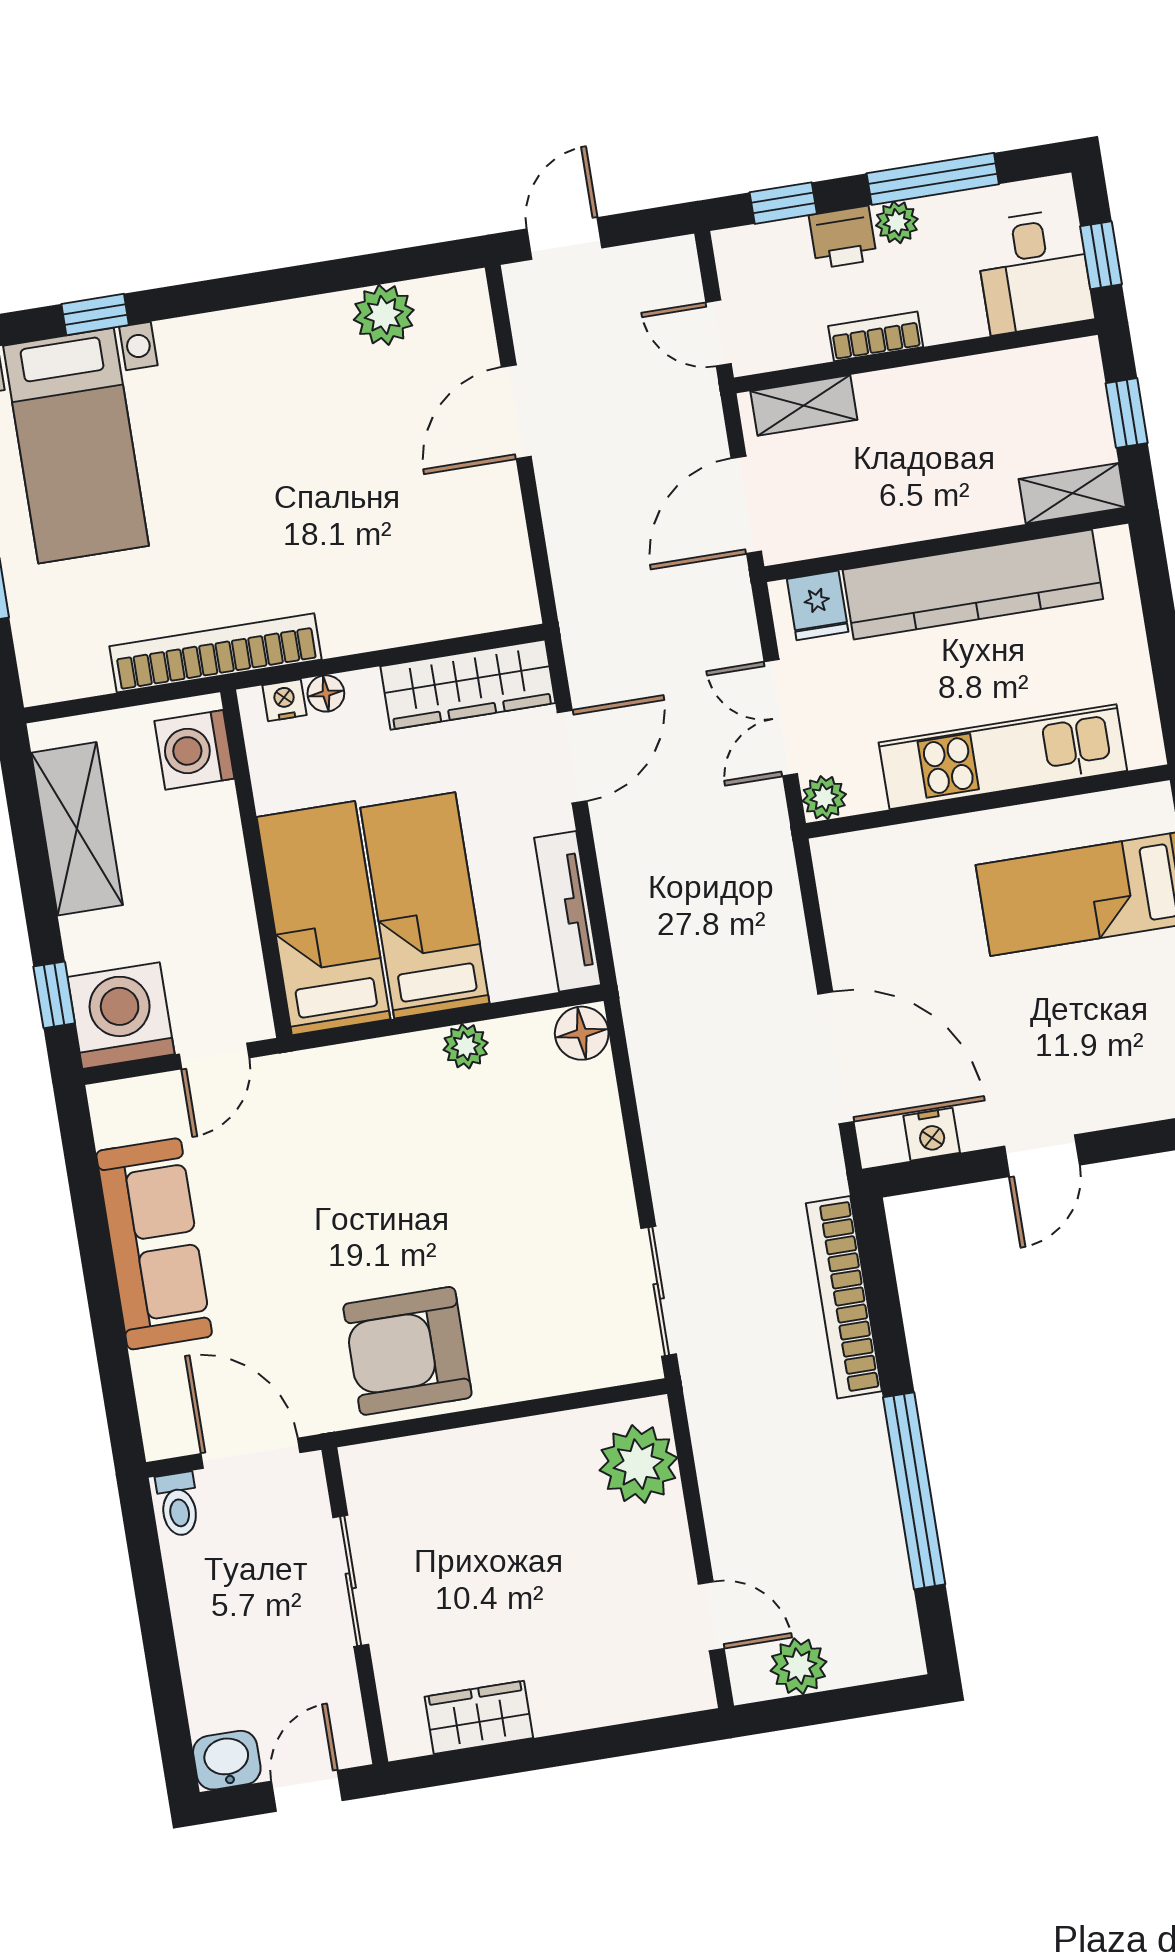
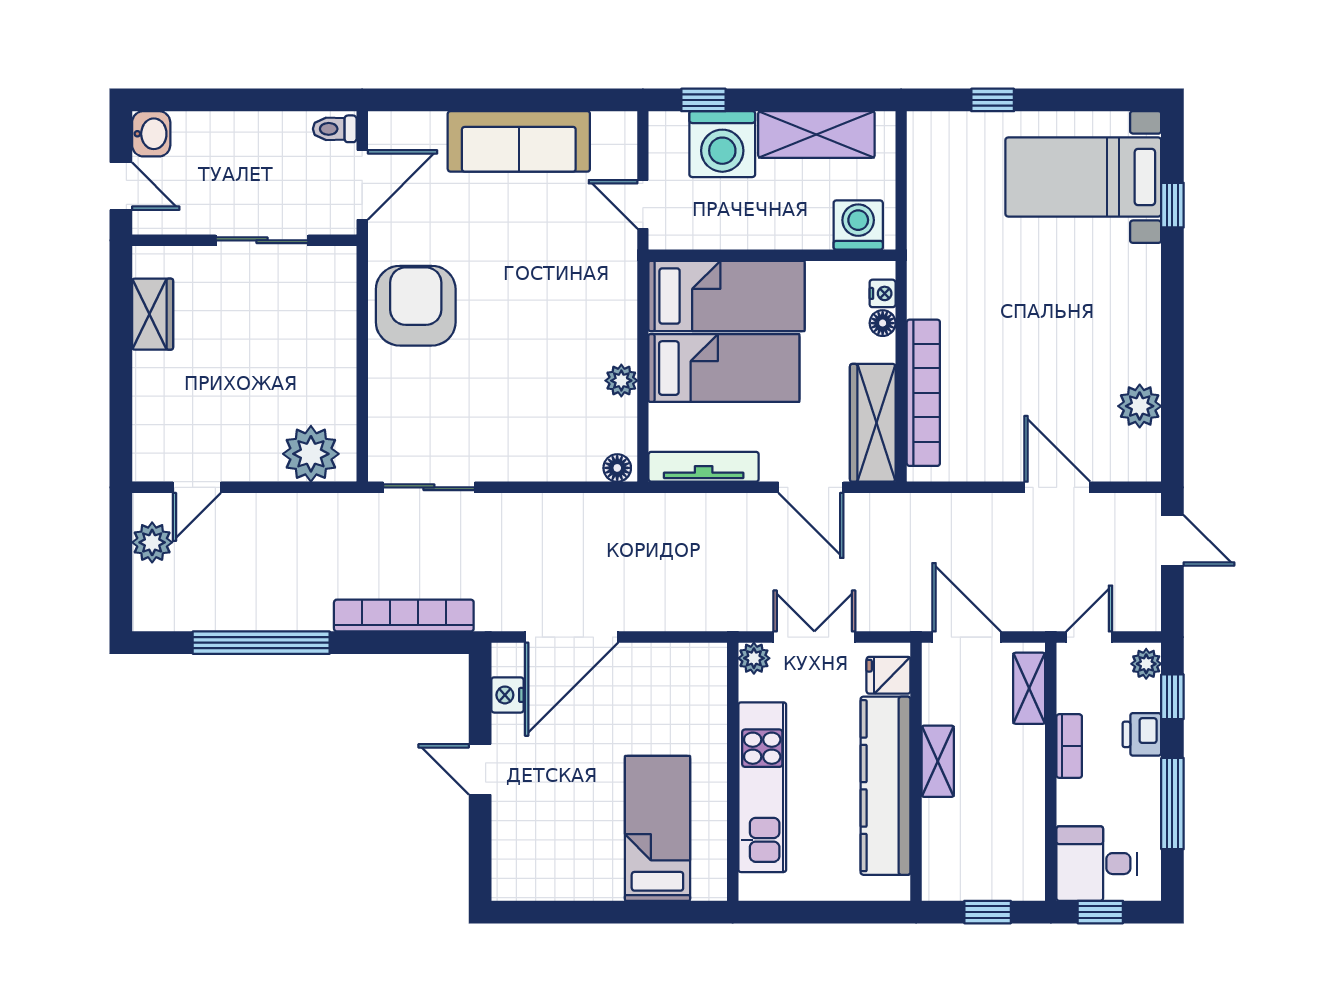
plant: (897, 222) -> (1146, 664), moved
shelving: (1072, 493) -> (938, 761), moved
bookcase: (215, 653) -> (923, 393), moved
washing machine: (121, 1016) -> (722, 144), moved, turned 90
floor lamp: (582, 1033) -> (617, 468), width x0.73, depth x0.73

